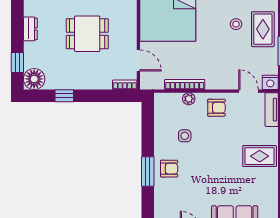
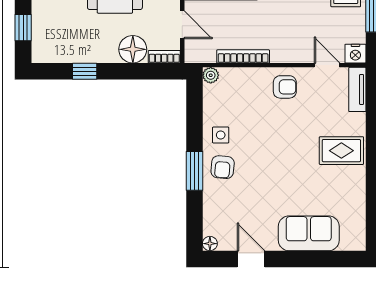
floor lamp: (34, 79) -> (133, 49), moved
plant: (189, 99) -> (211, 75), moved
side table: (185, 136) -> (221, 135), moved
armchair: (169, 169) -> (223, 167), turned 95

